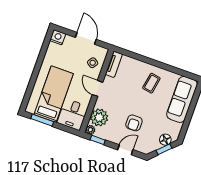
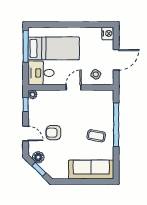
window: (148, 60) -> (116, 125), added
tv unit: (114, 64) -> (101, 95), removed
plant: (99, 117) -> (47, 99), removed
window: (42, 120) -> (26, 46), width x1.44
floor lamp: (165, 140) -> (38, 157), moved

